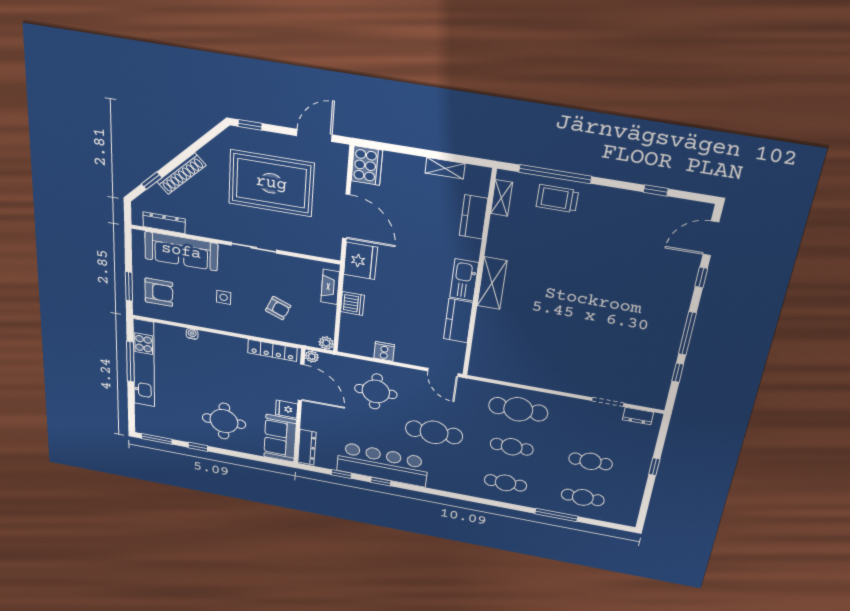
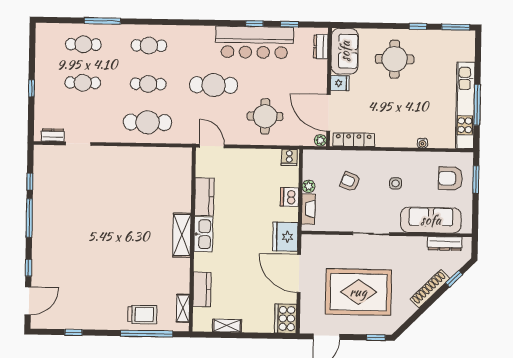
plant: (326, 343) -> (308, 186), moved
cooker: (384, 351) -> (289, 157), moved
dresser: (307, 447) -> (321, 47), width x0.70

